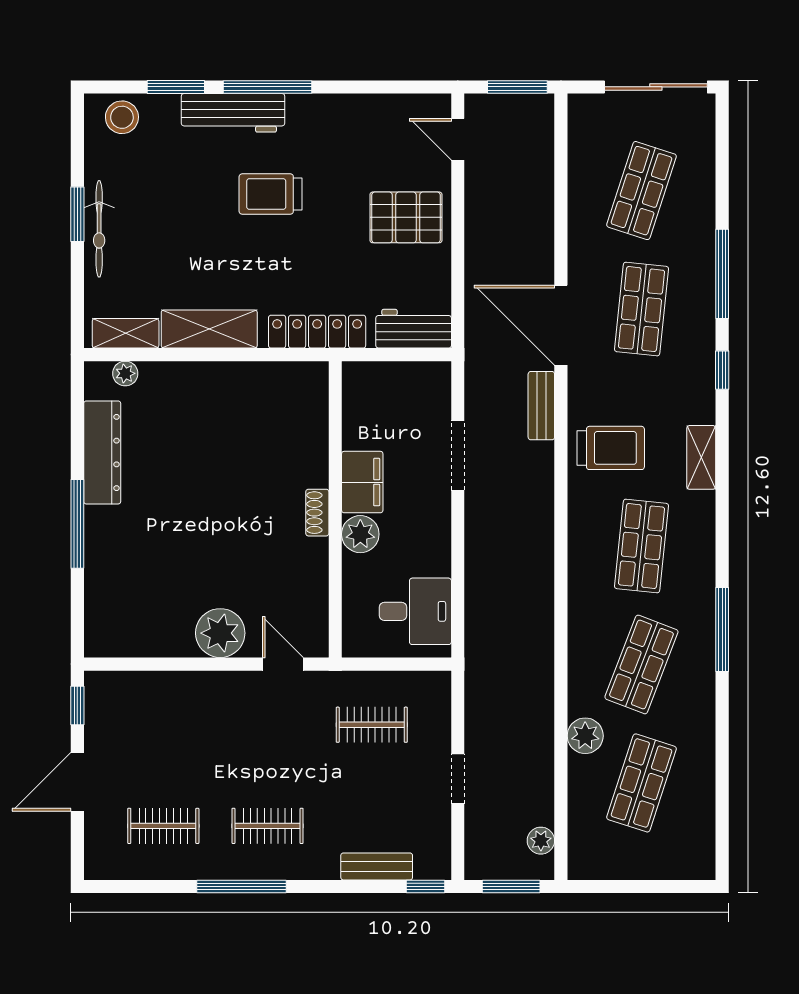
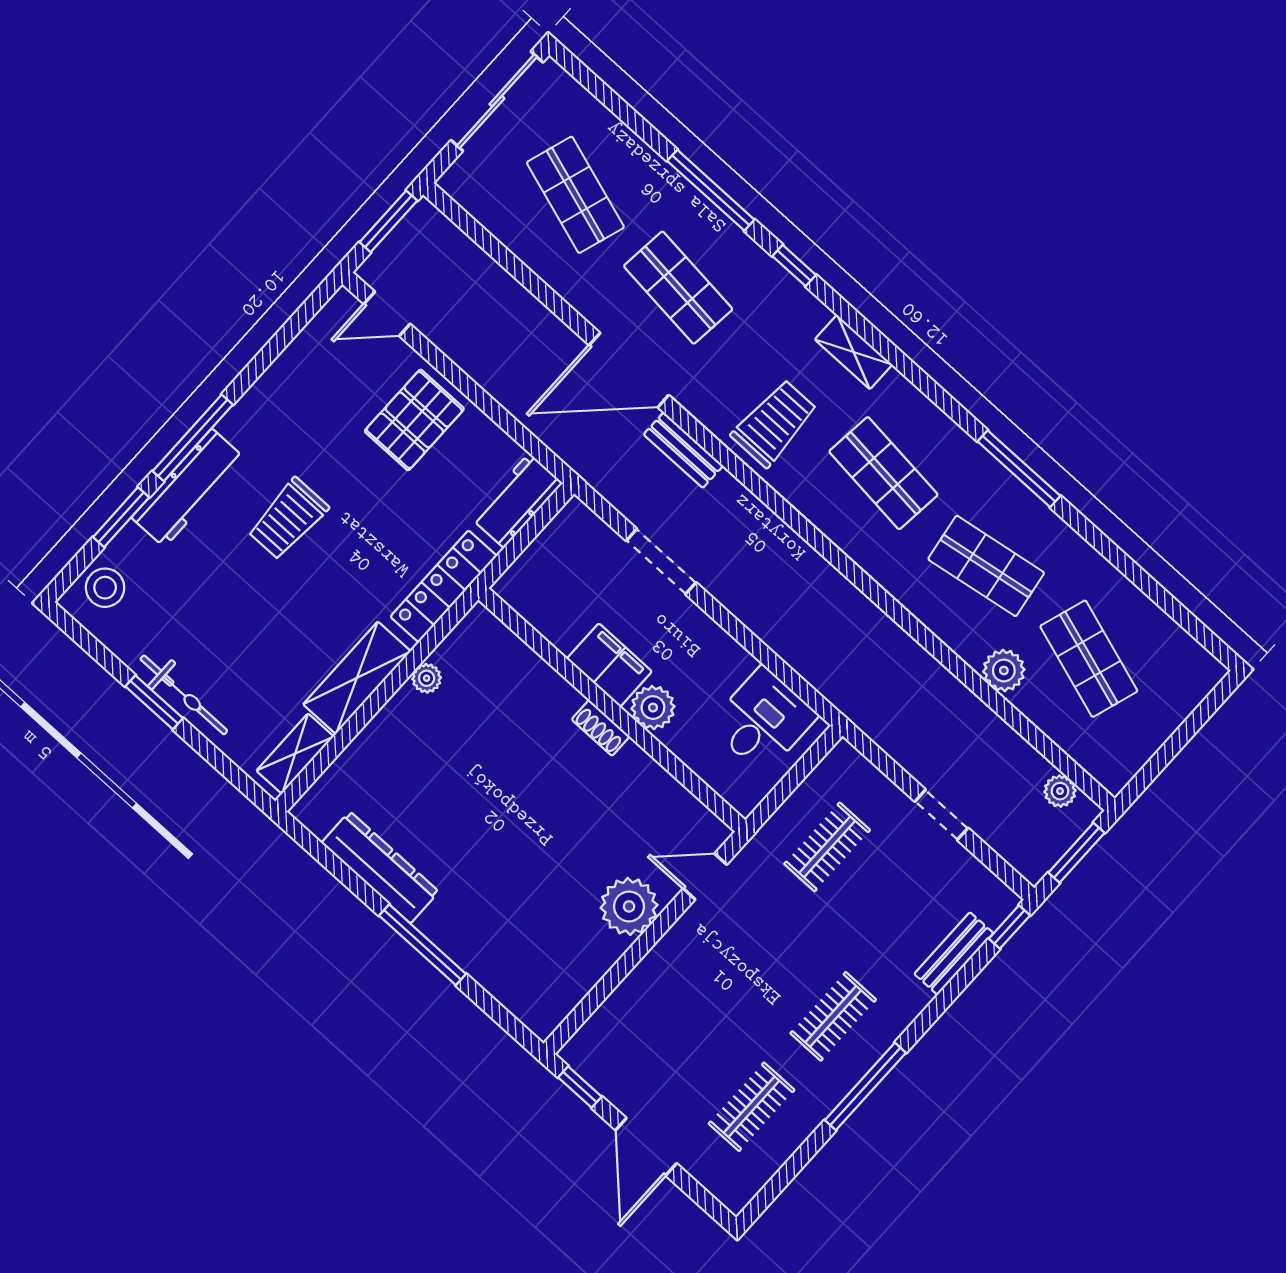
plant: (125, 373) -> (427, 678), moved
shop shelf: (641, 664) -> (986, 566), turned -30

